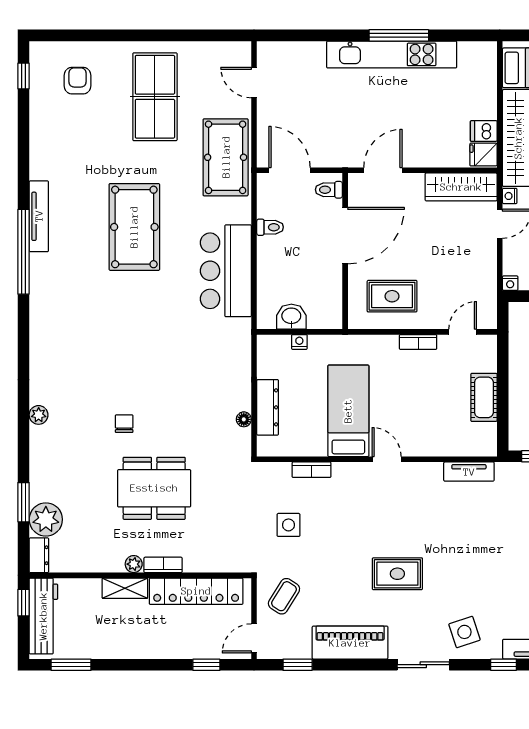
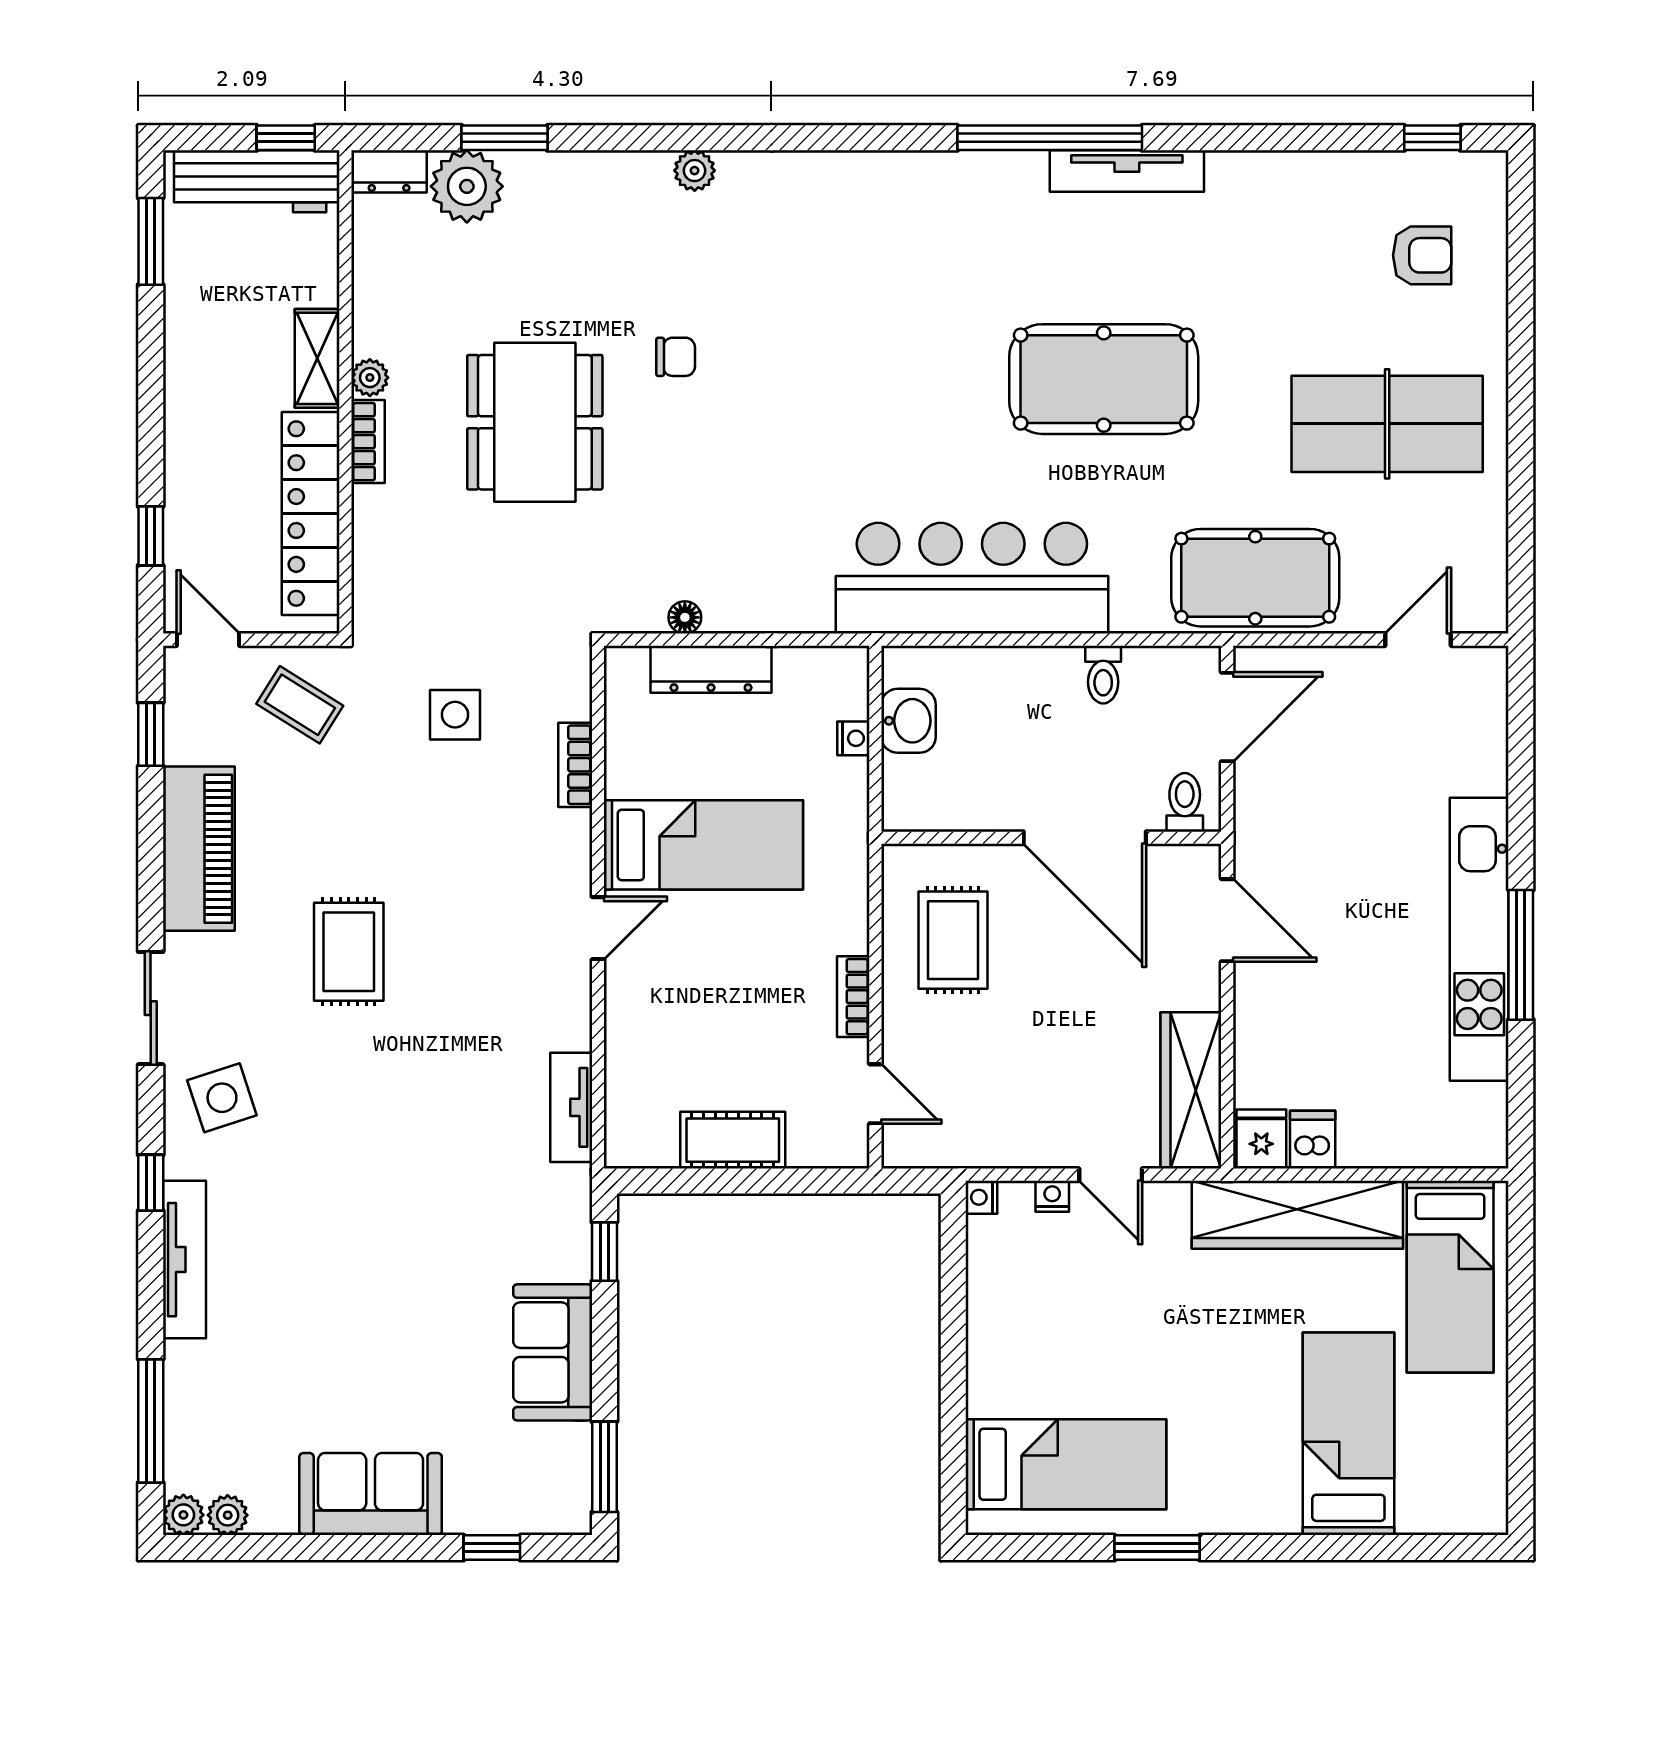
nightstand: (510, 196) -> (1052, 1196), moved
bar counter: (226, 271) -> (972, 578), width x1.36

